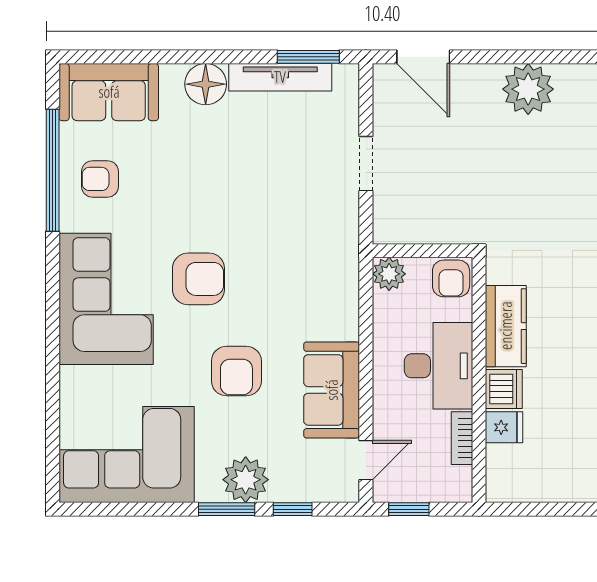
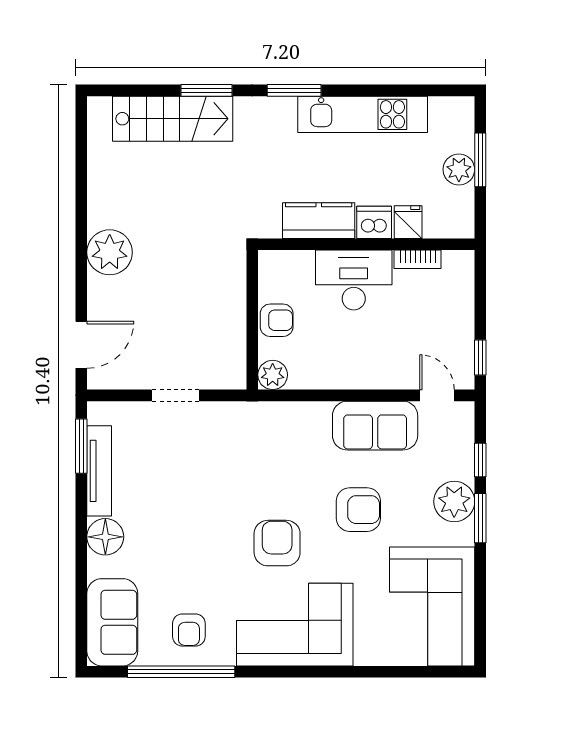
kitchen counter: (506, 326) -> (319, 221), moved
desk: (438, 366) -> (354, 280), moved
wall: (479, 380) -> (366, 244), moved
dishwasher: (504, 389) -> (374, 222), moved
fridge: (504, 427) -> (408, 222), moved
bookcase: (462, 438) -> (418, 259), moved

